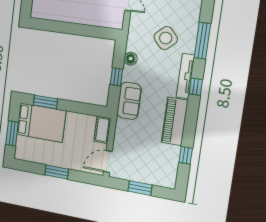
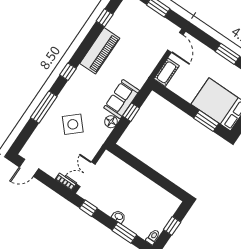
tv unit: (185, 76) -> (72, 85), removed
sofa: (129, 101) -> (122, 99), moved
door: (108, 162) -> (175, 42), hinge flipped

